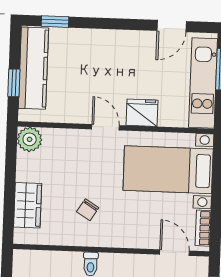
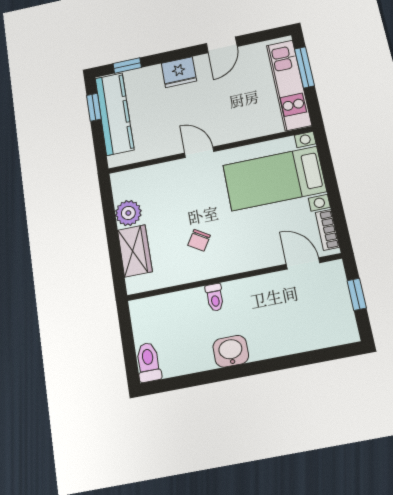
door: (172, 26) -> (222, 45), moved
window: (14, 83) -> (94, 107), moved
fridge: (142, 113) -> (179, 72), moved, turned 180
plant: (30, 139) -> (128, 213), moved

